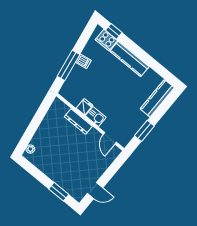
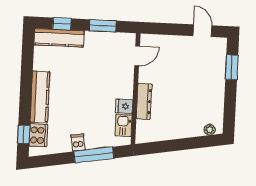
window: (165, 107) -> (62, 24), added
kitchen sink: (96, 117) -> (124, 125), moved

